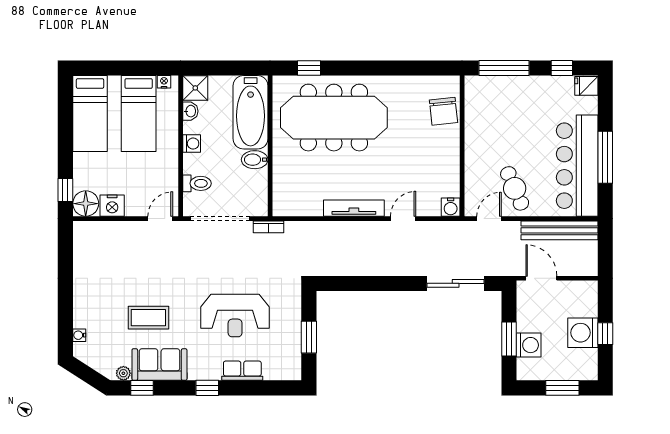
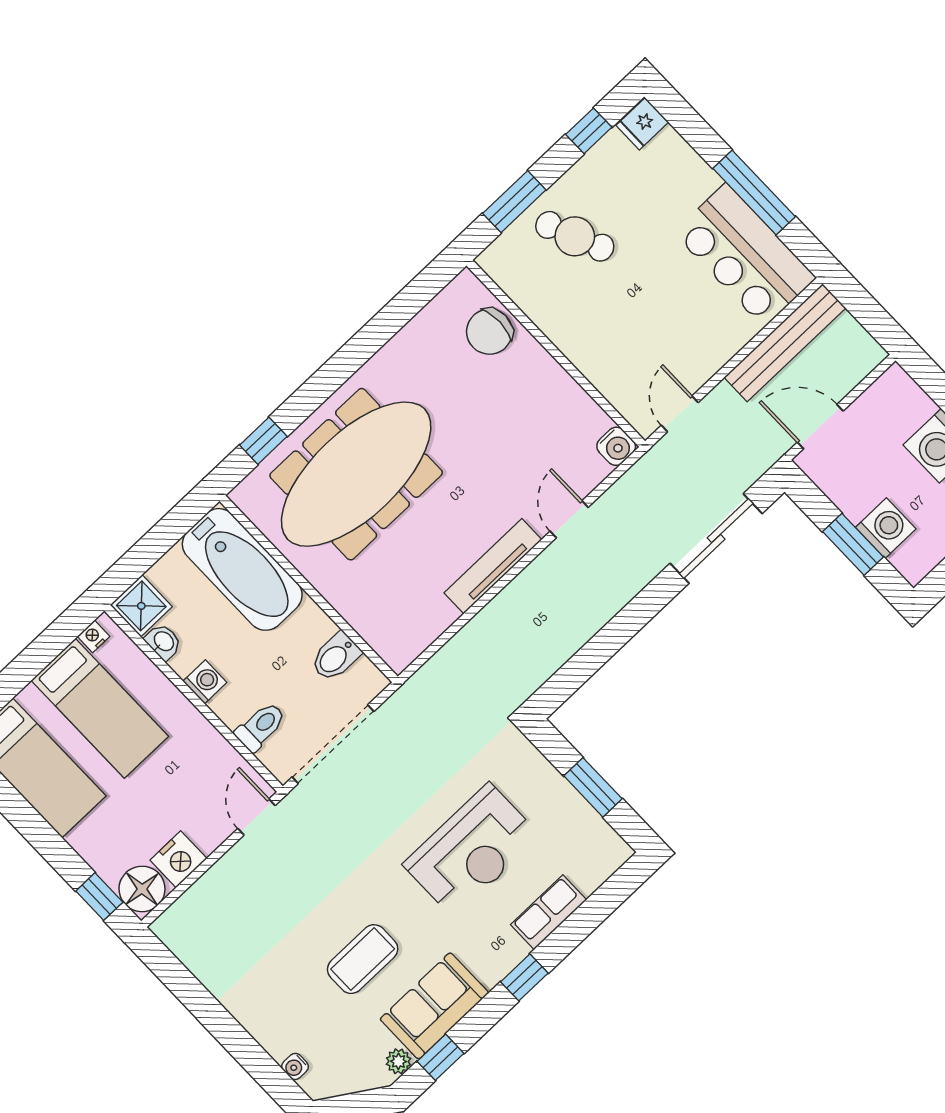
window: (504, 68) -> (514, 202), width x0.69
chair: (443, 111) -> (489, 332), turned 96
bidet: (255, 160) -> (336, 657), moved
bar counter: (577, 166) -> (745, 255), width x0.73
cafe table: (515, 188) -> (575, 236), moved
bookcase: (268, 227) -> (406, 695), removed

